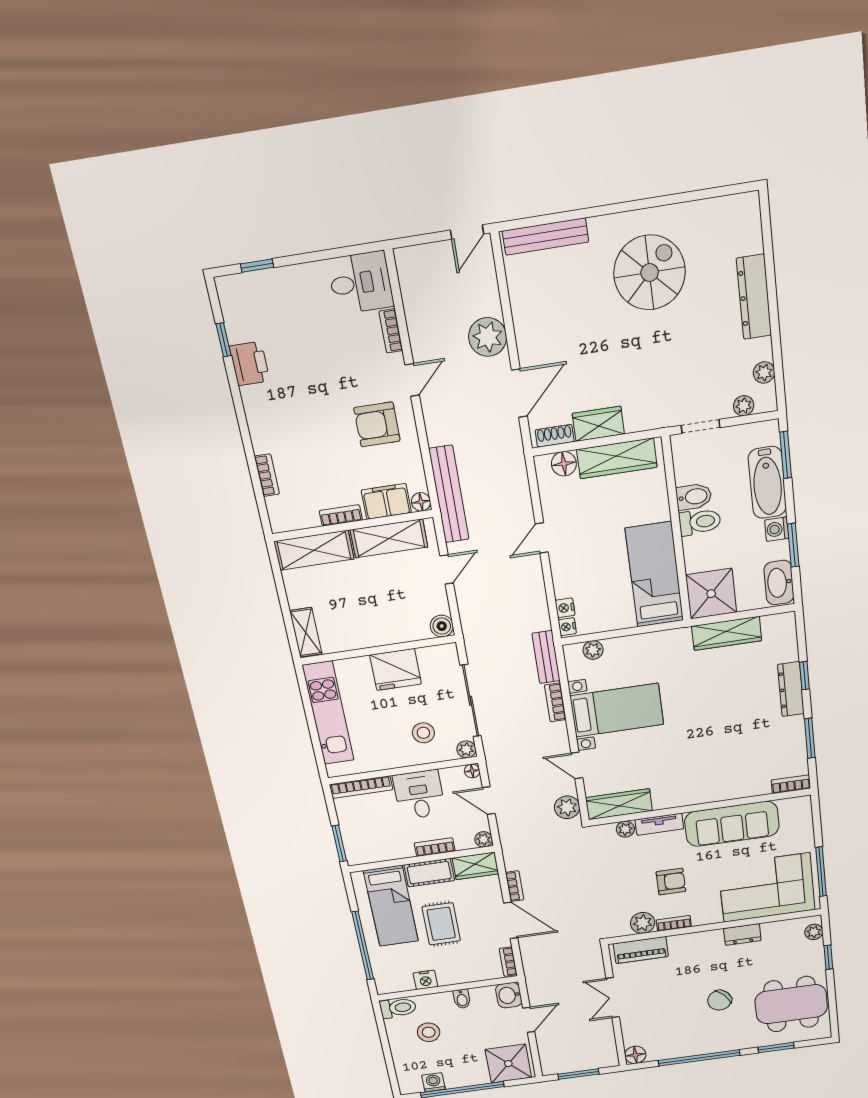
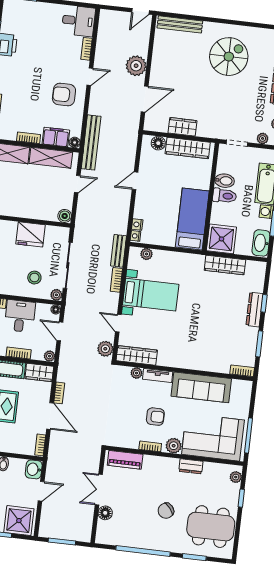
shoe rack: (555, 436) -> (157, 127), removed
plant: (643, 923) -> (174, 446), moved
floor lamp: (635, 1055) -> (105, 513), moved

